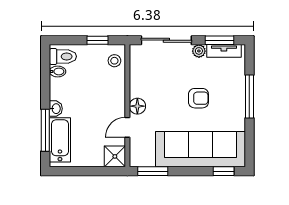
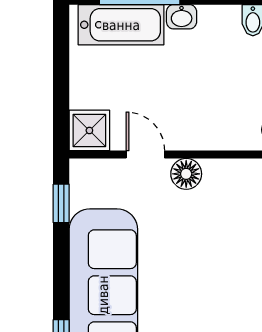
armchair: (198, 98) -> (202, 291), removed
window: (153, 171) -> (61, 203), width x0.67

